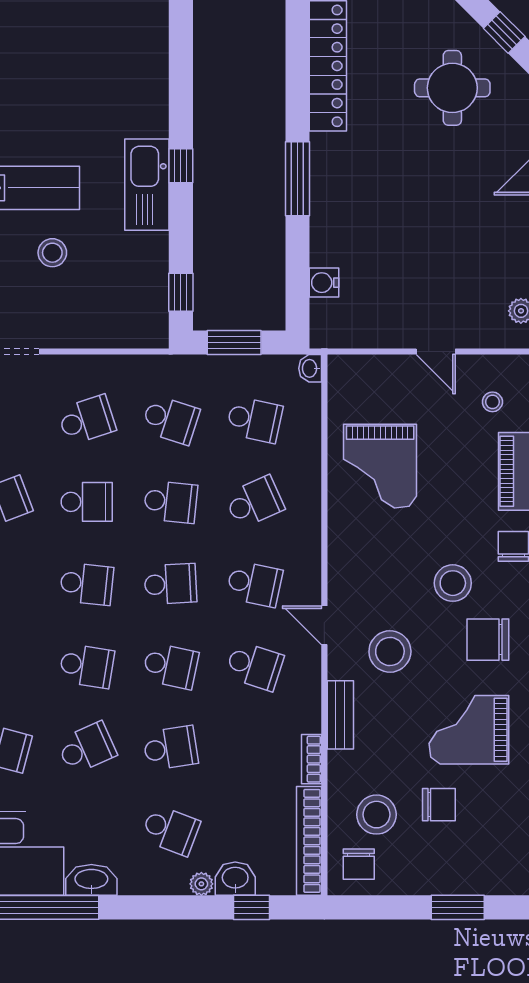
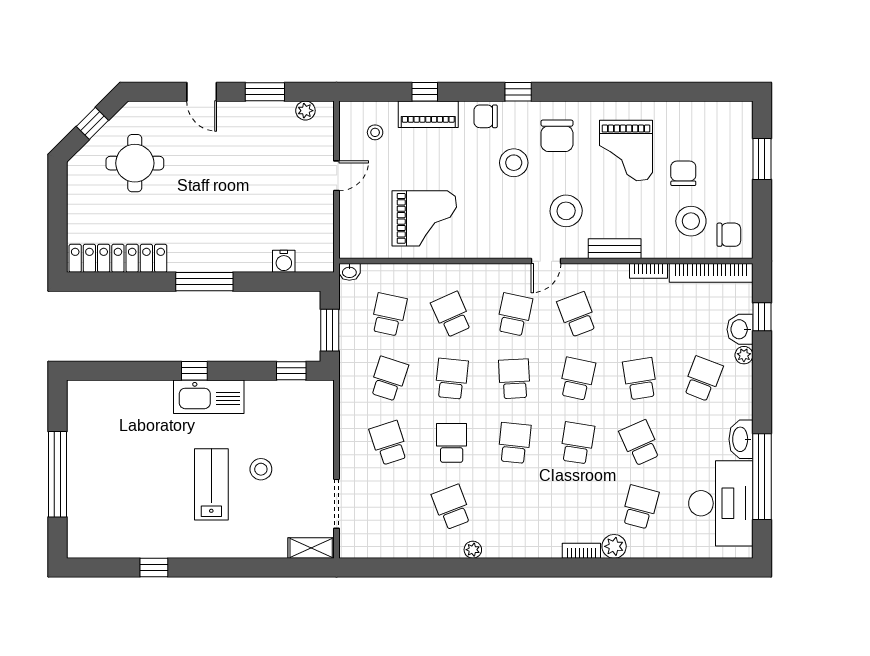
school desk: (254, 666) -> (577, 315), turned -39

